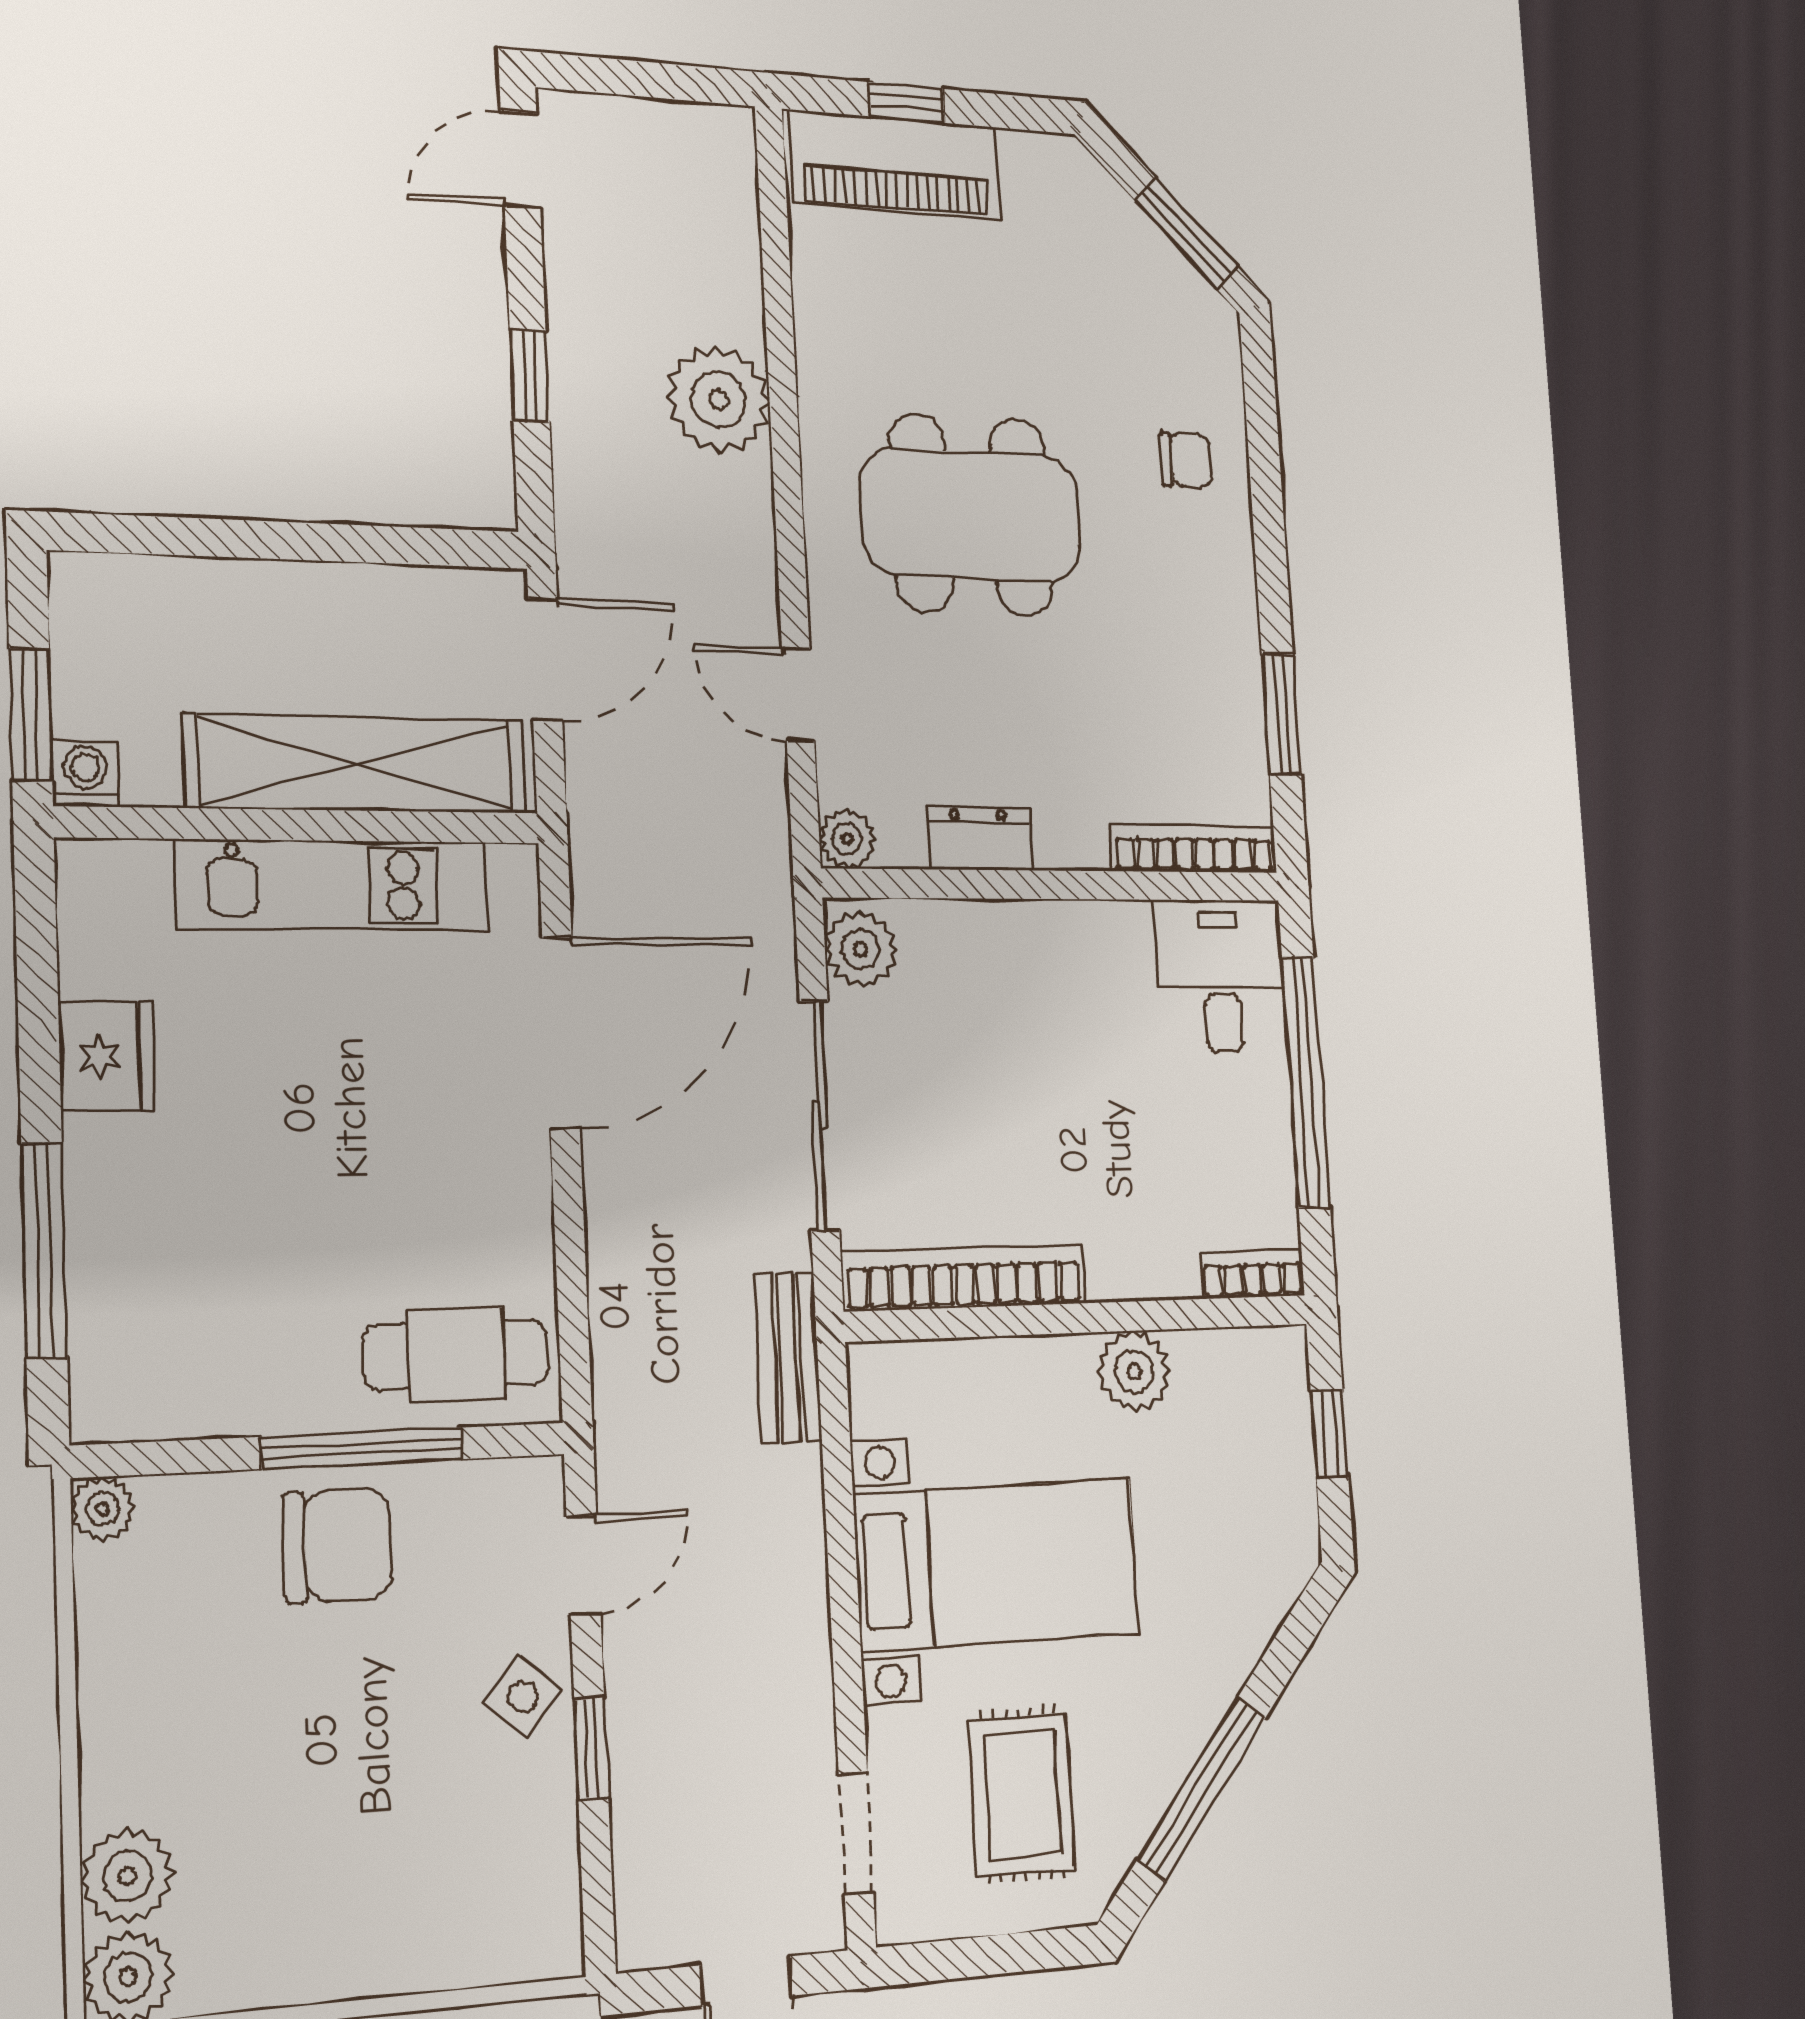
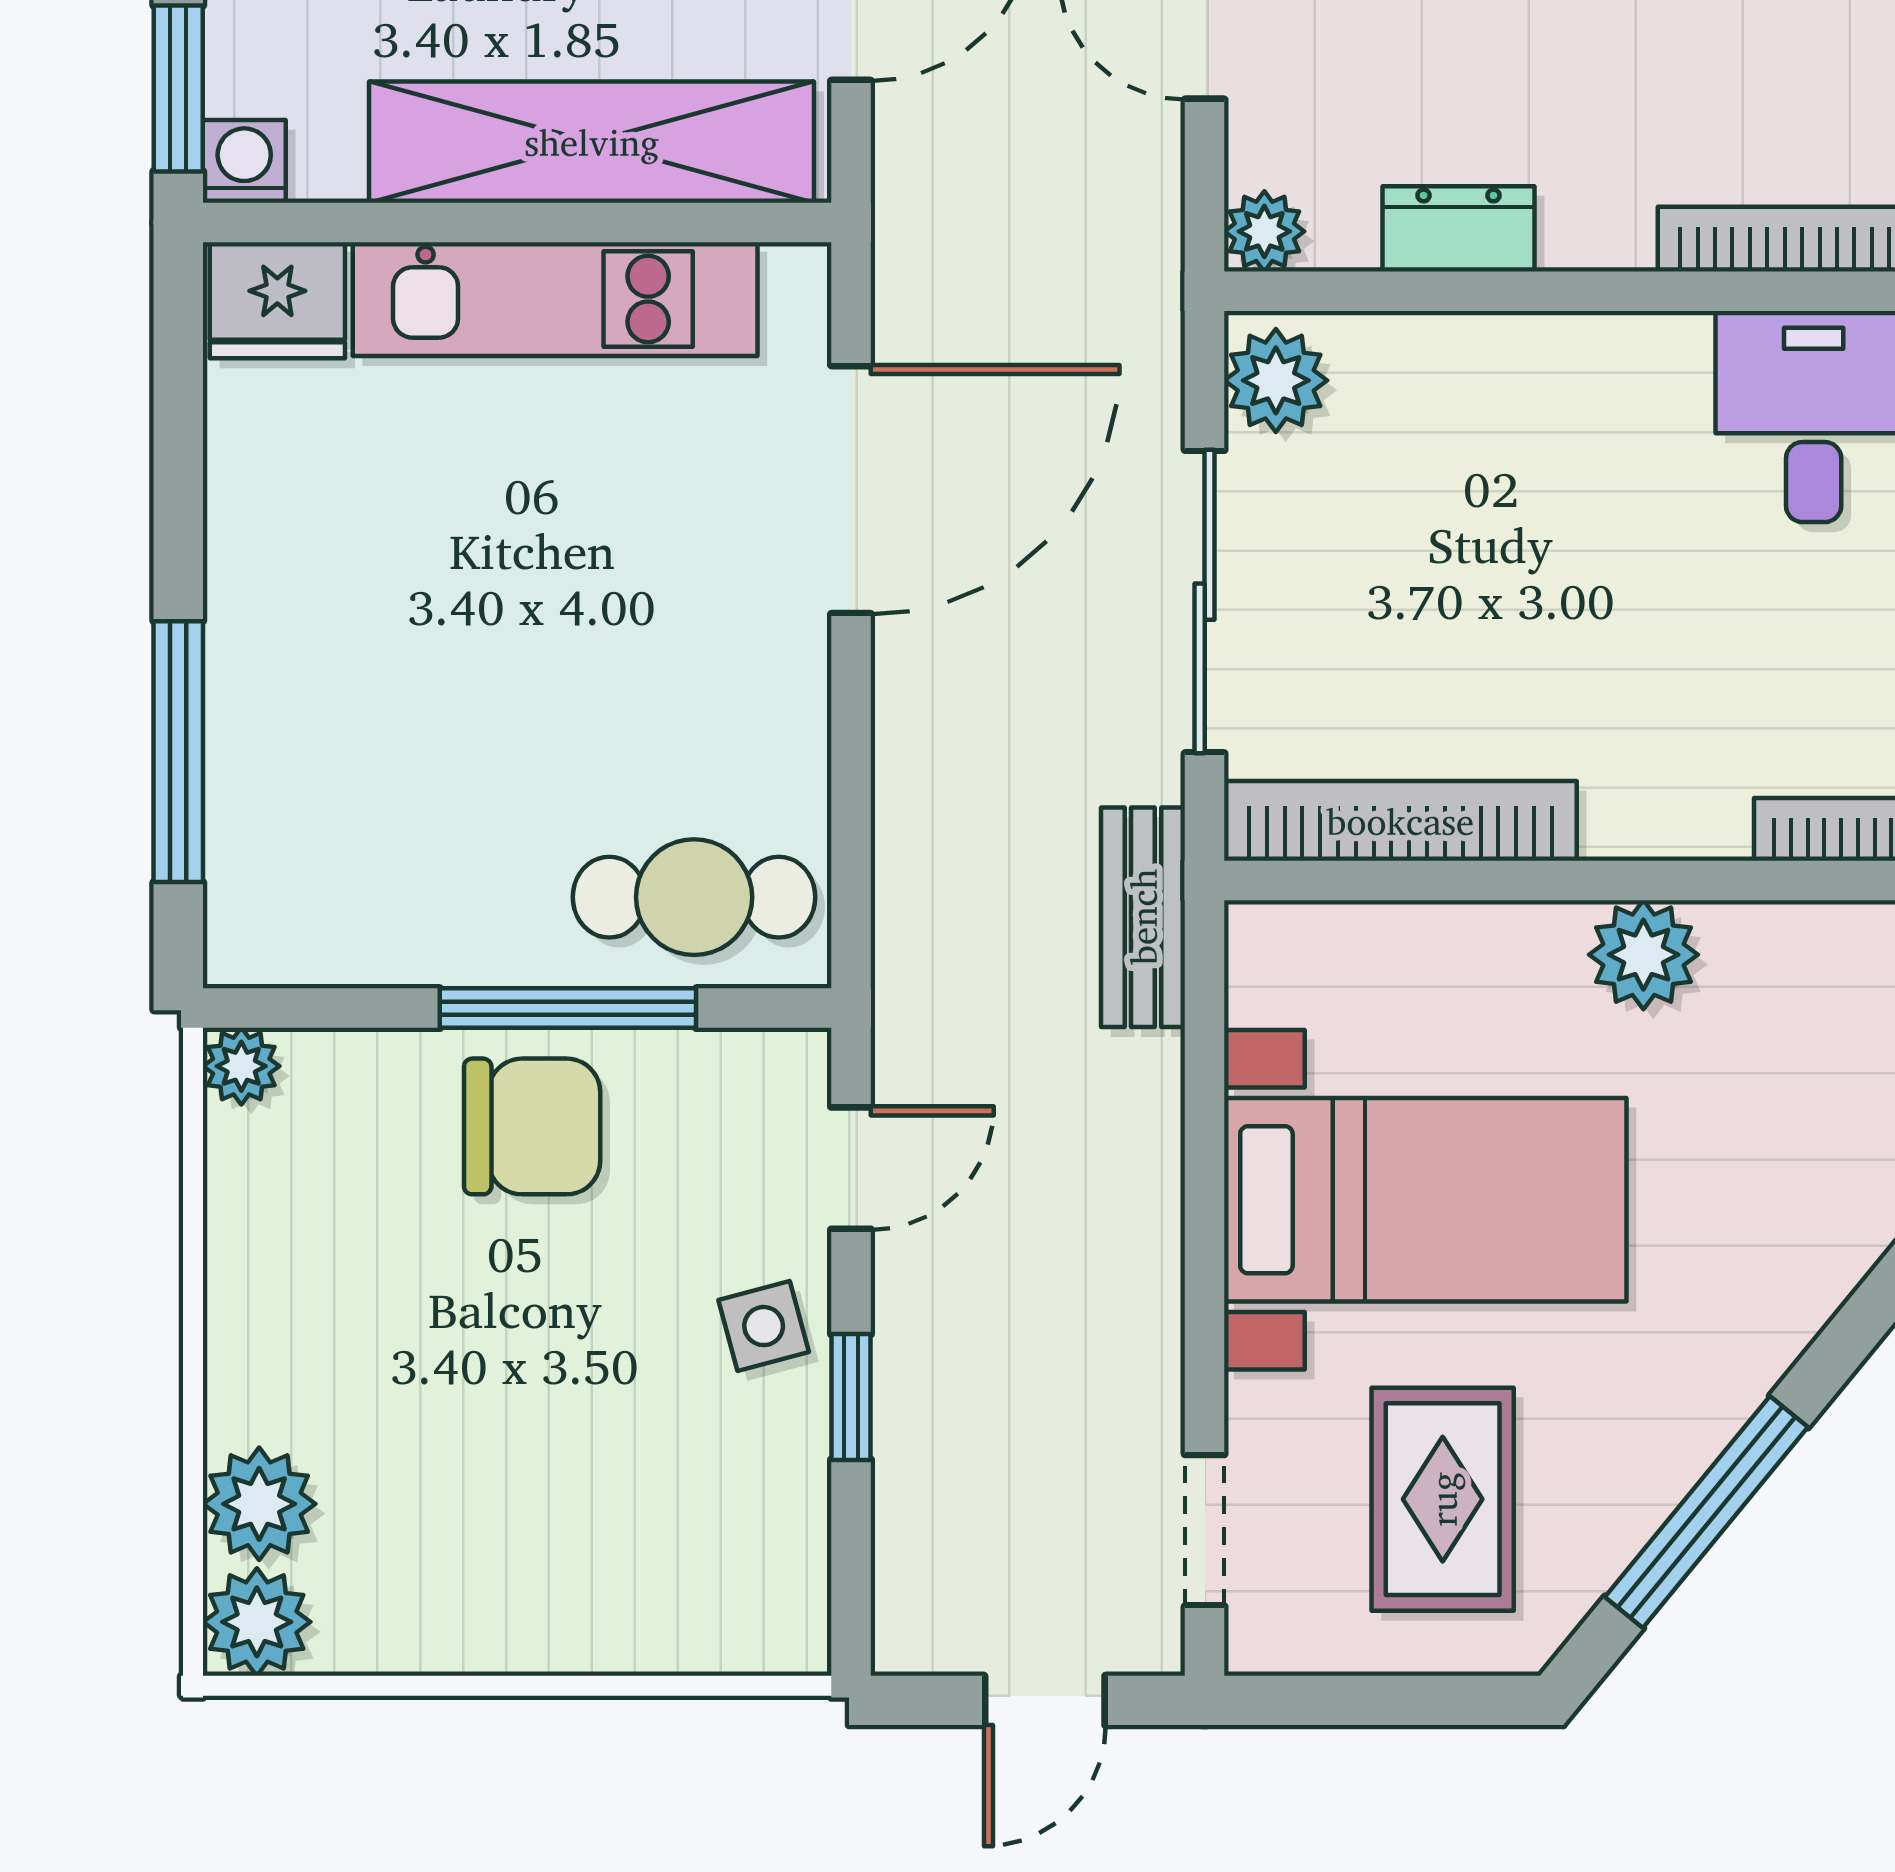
fridge: (106, 1056) -> (277, 300), moved, turned 90
side table: (523, 1696) -> (764, 1326), turned 35

